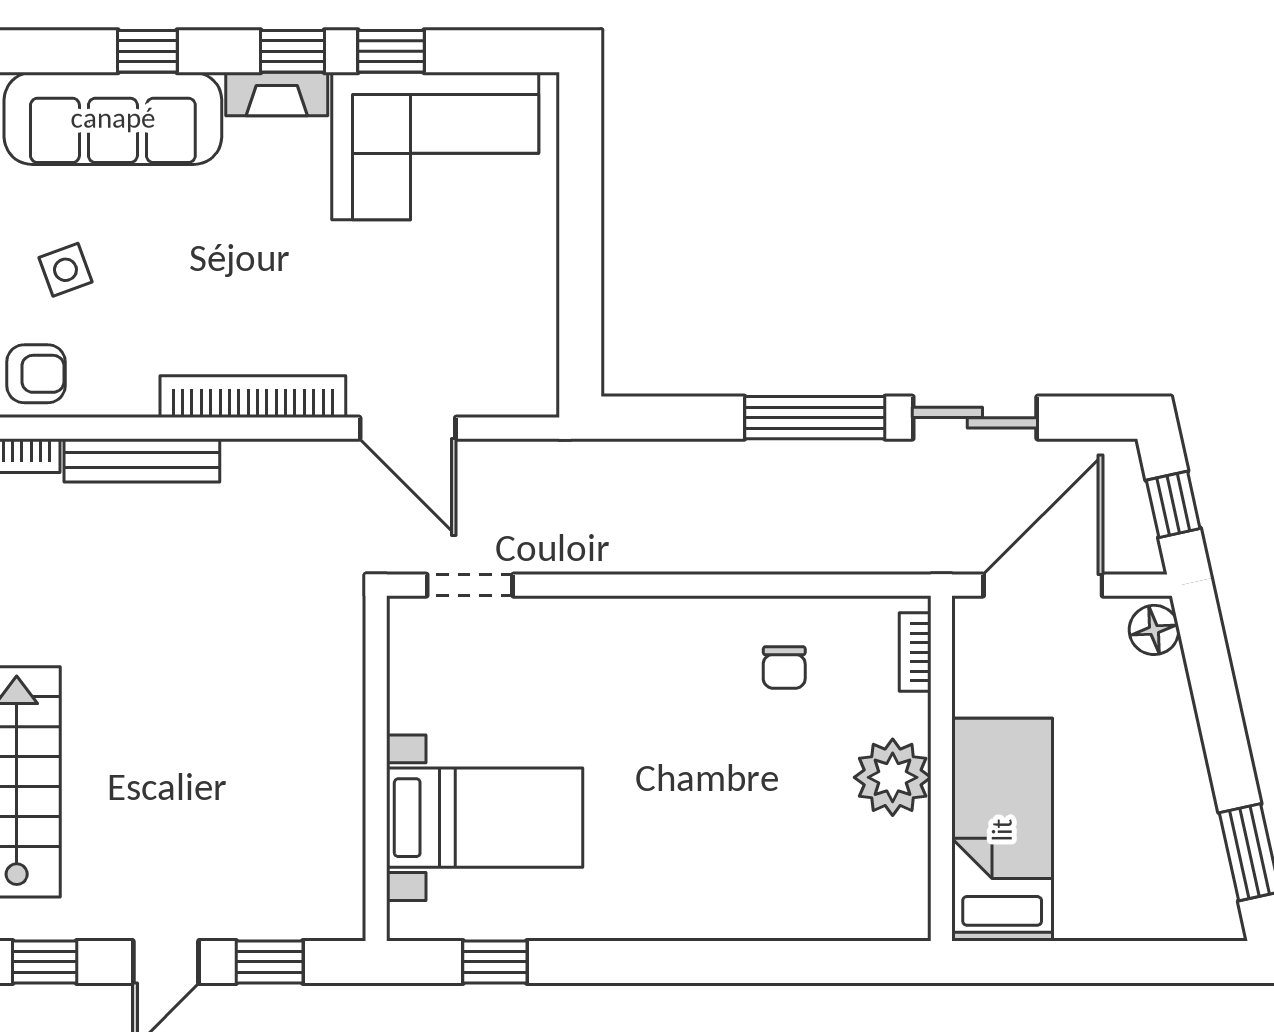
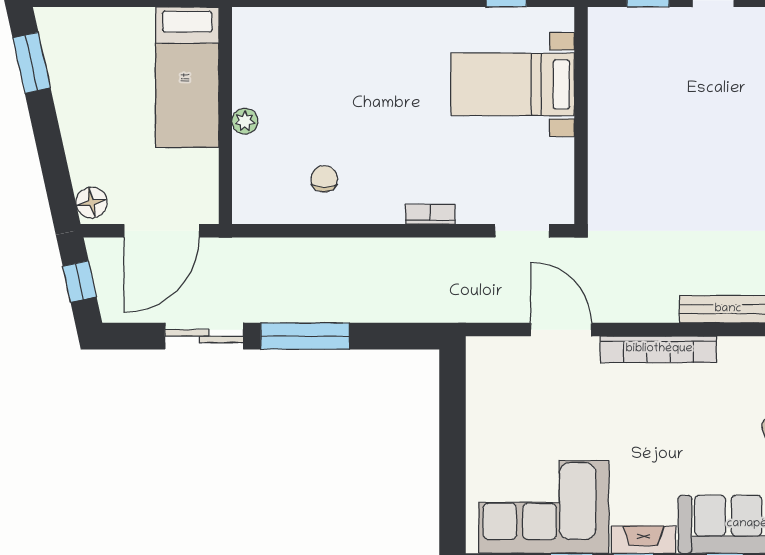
bookcase: (915, 652) -> (430, 214), moved, turned -90
plant: (893, 777) -> (245, 121), width x0.53, depth x0.53

